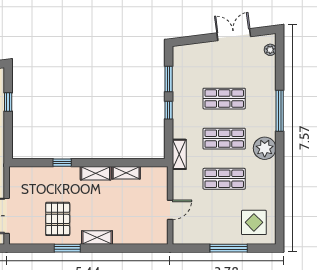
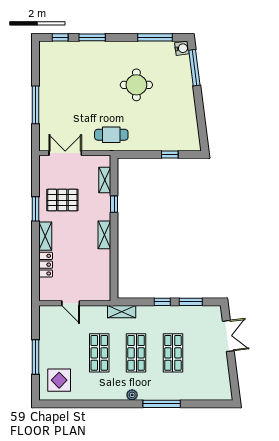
double door: (234, 35) -> (228, 336), moved
plant: (270, 50) -> (218, 395), removed
plant: (265, 148) -> (132, 395), width x0.53, depth x0.53
shelving: (126, 173) -> (105, 180), moved
locker: (128, 237) -> (46, 265), added

